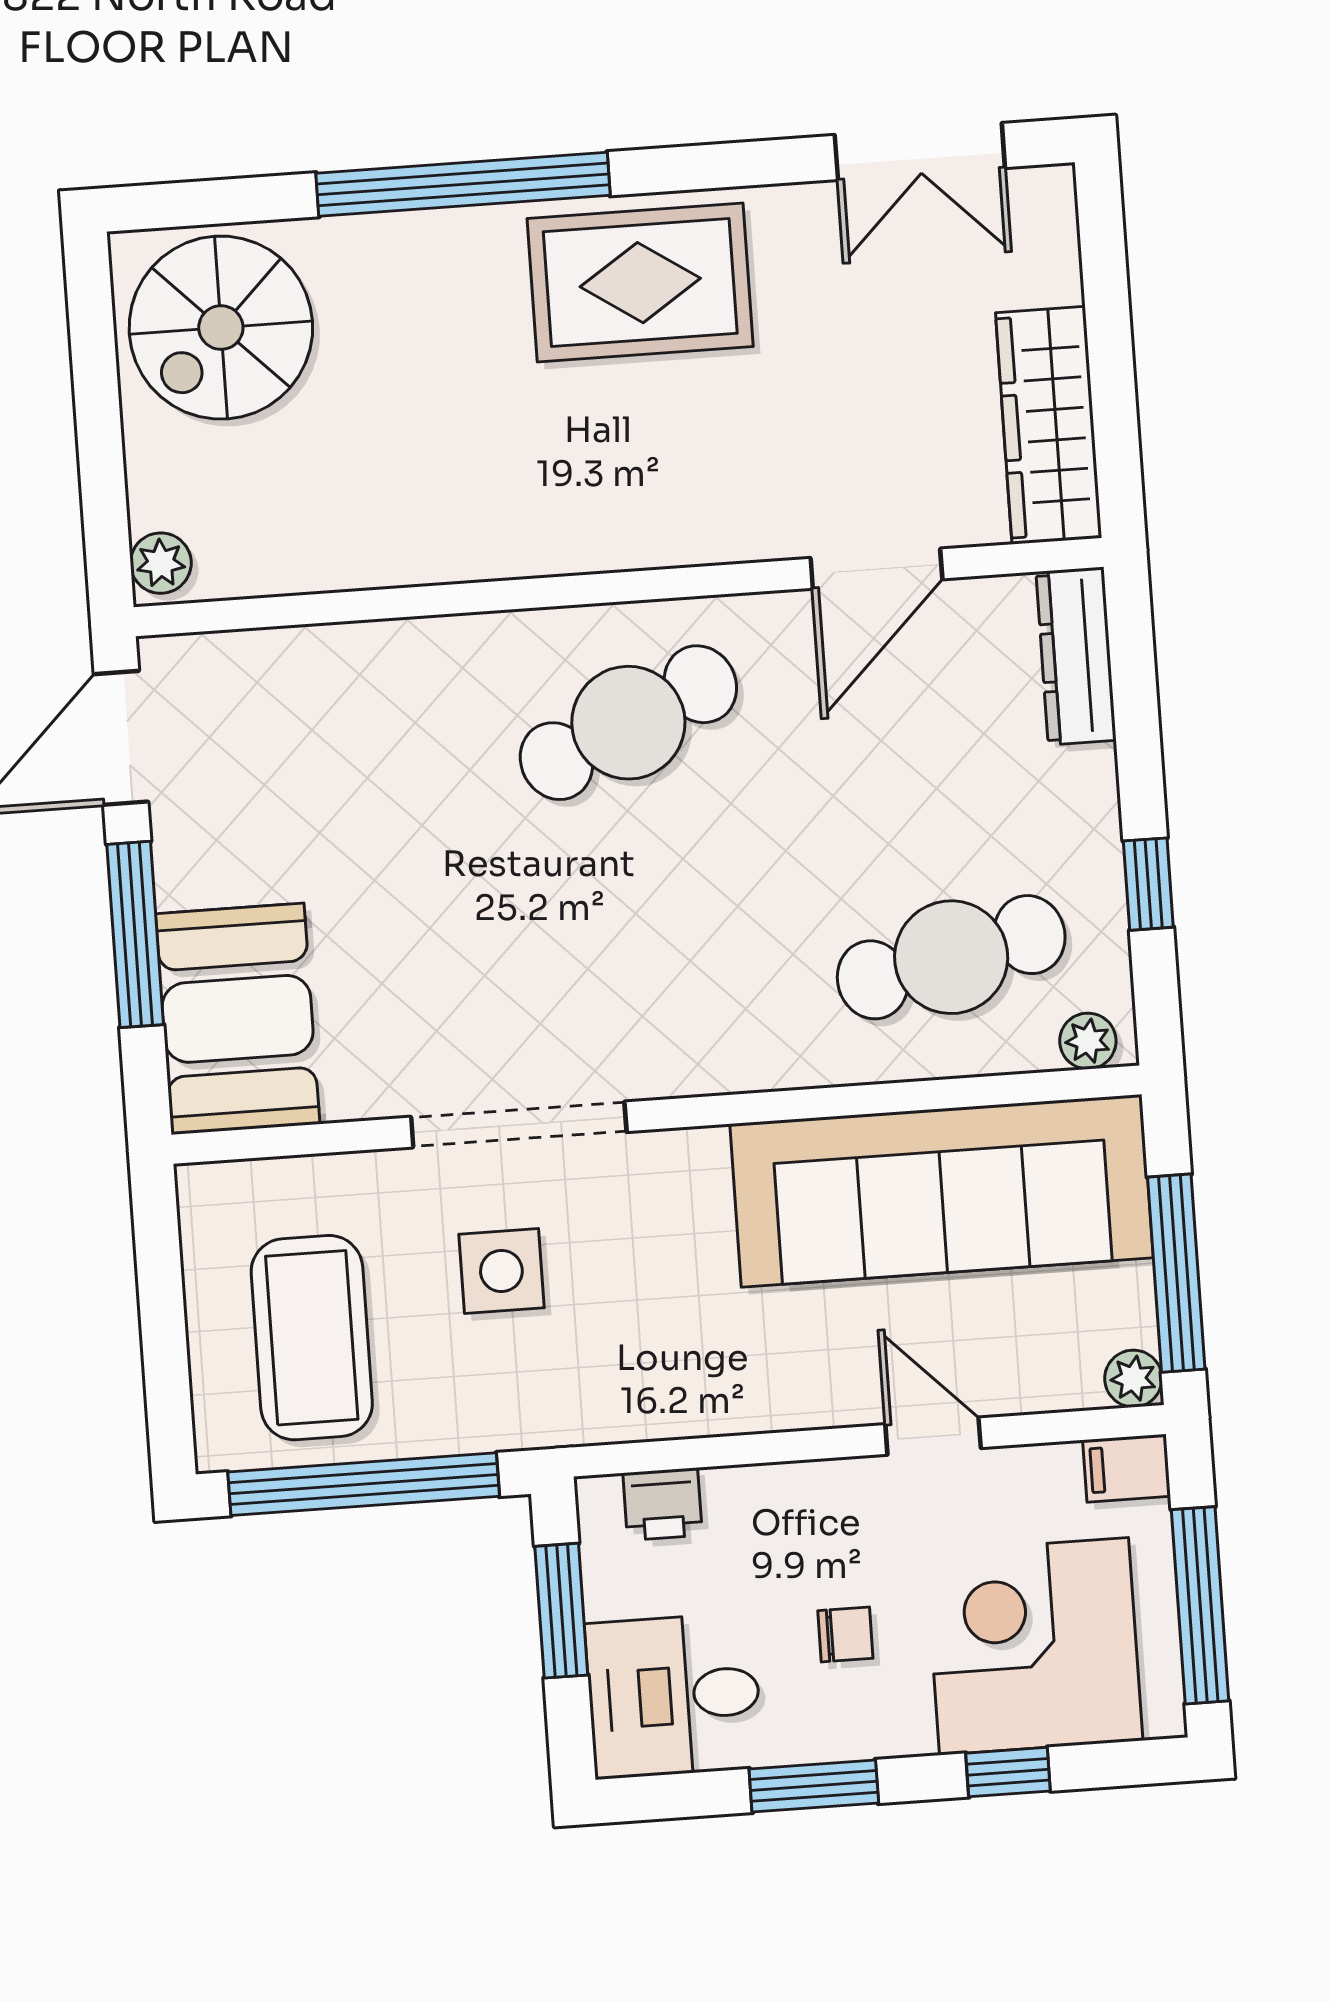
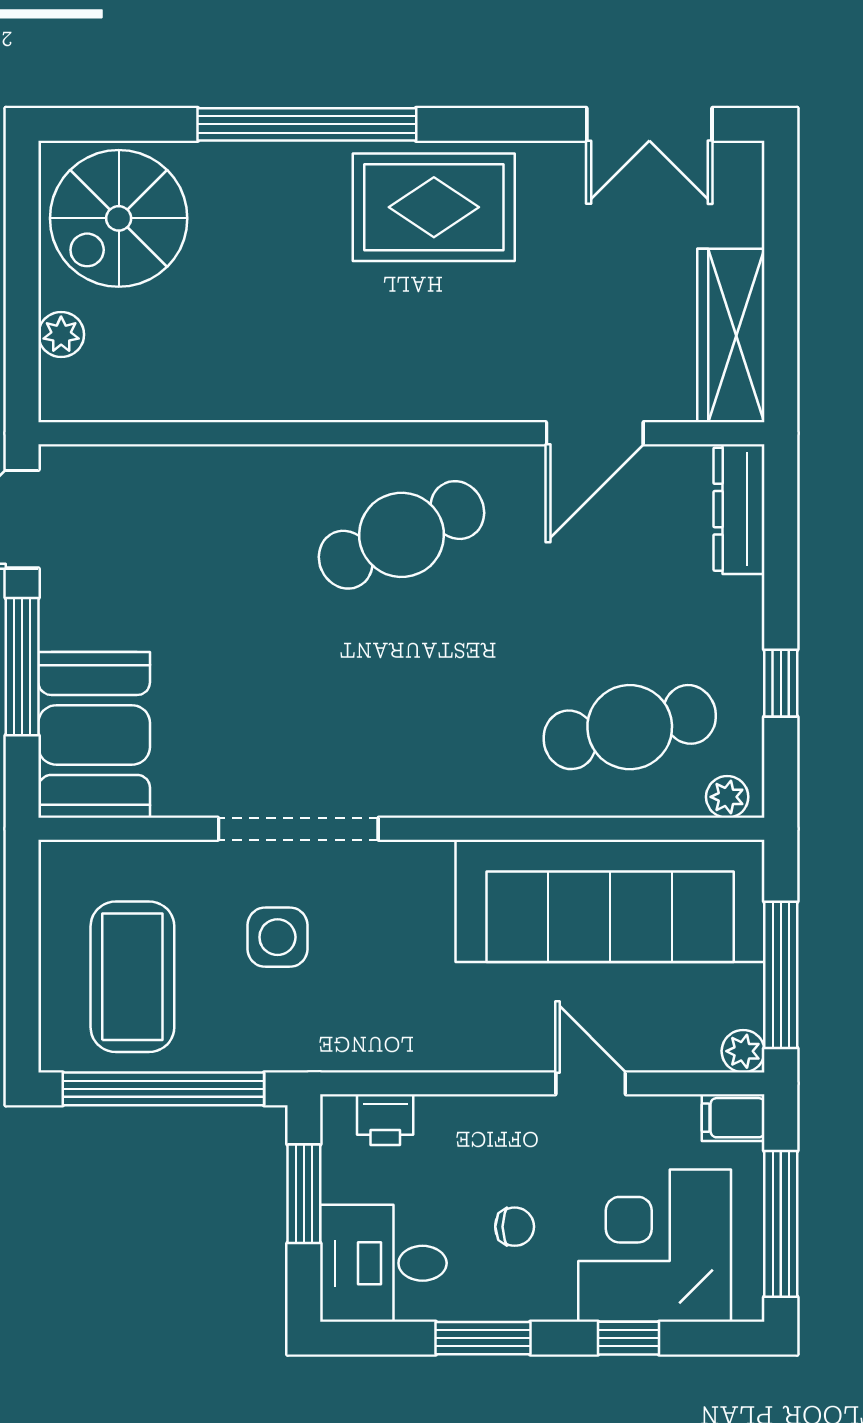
plant: (161, 563) -> (61, 335), moved

